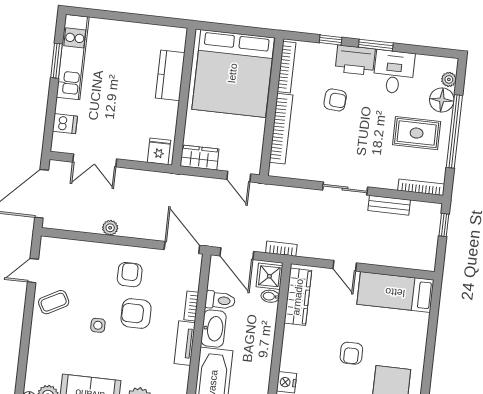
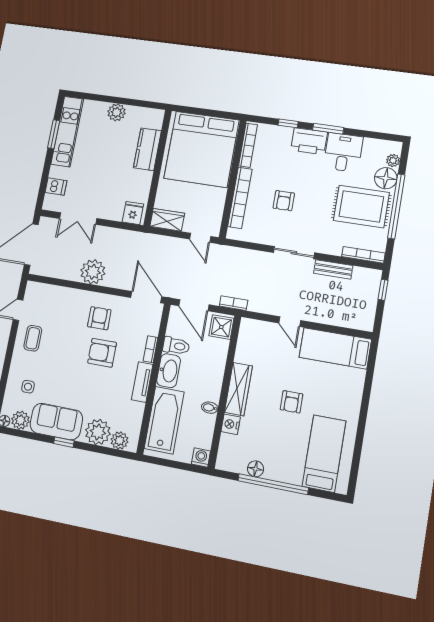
plant: (130, 32) -> (117, 112), added
armchair: (335, 100) -> (284, 201), moved, turned 86
rug: (417, 133) -> (361, 206), width x1.36, depth x1.43
plant: (110, 228) -> (93, 272), width x1.88, depth x1.88
bidet: (270, 296) -> (210, 408), moved
wardrobe: (298, 297) -> (238, 389), moved
coffee table: (54, 302) -> (33, 338), turned -62
side table: (98, 325) -> (28, 387), moved

